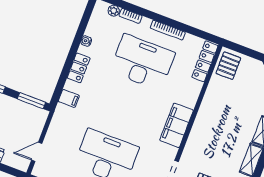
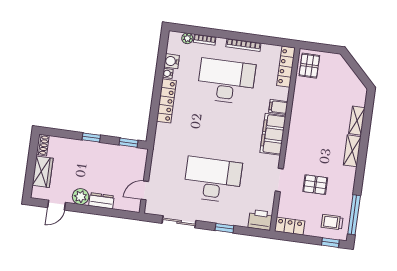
water cooler: (93, 30) -> (172, 61), added
locker: (79, 68) -> (166, 101), width x1.53
filing cabinet: (69, 99) -> (278, 107), moved, turned 180
window: (31, 101) -> (128, 143), width x0.67

